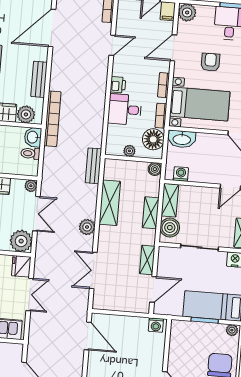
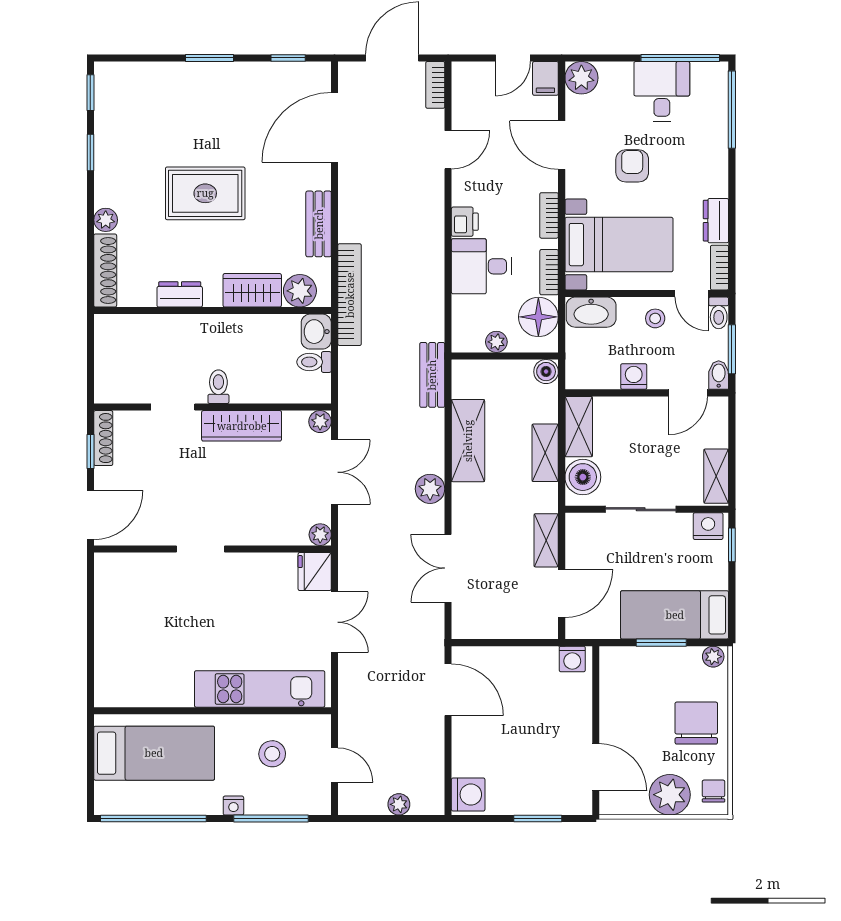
door: (173, 48) -> (562, 145), hinge flipped
stool: (216, 145) -> (655, 318), added
washing machine: (181, 174) -> (634, 377), moved
plant: (21, 241) -> (320, 535), width x0.53, depth x0.53

